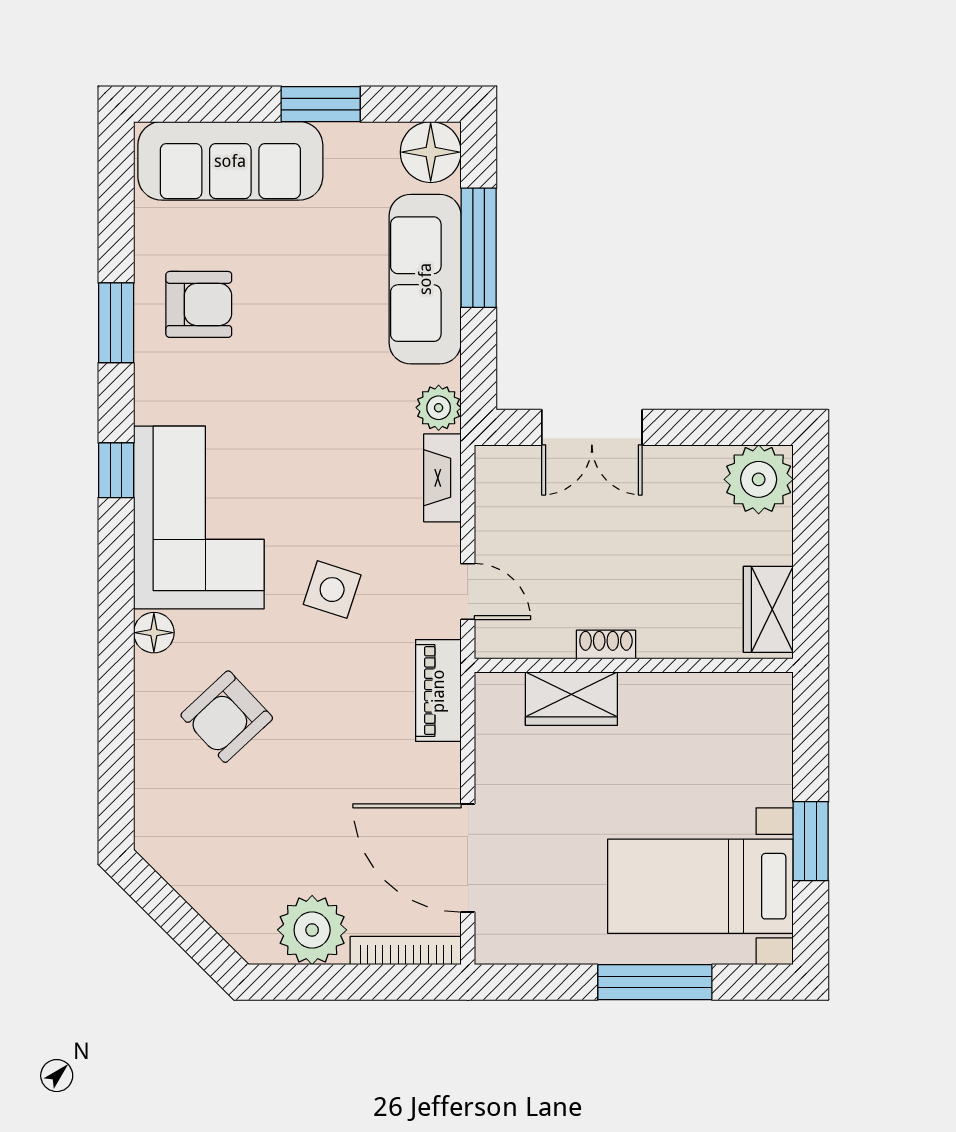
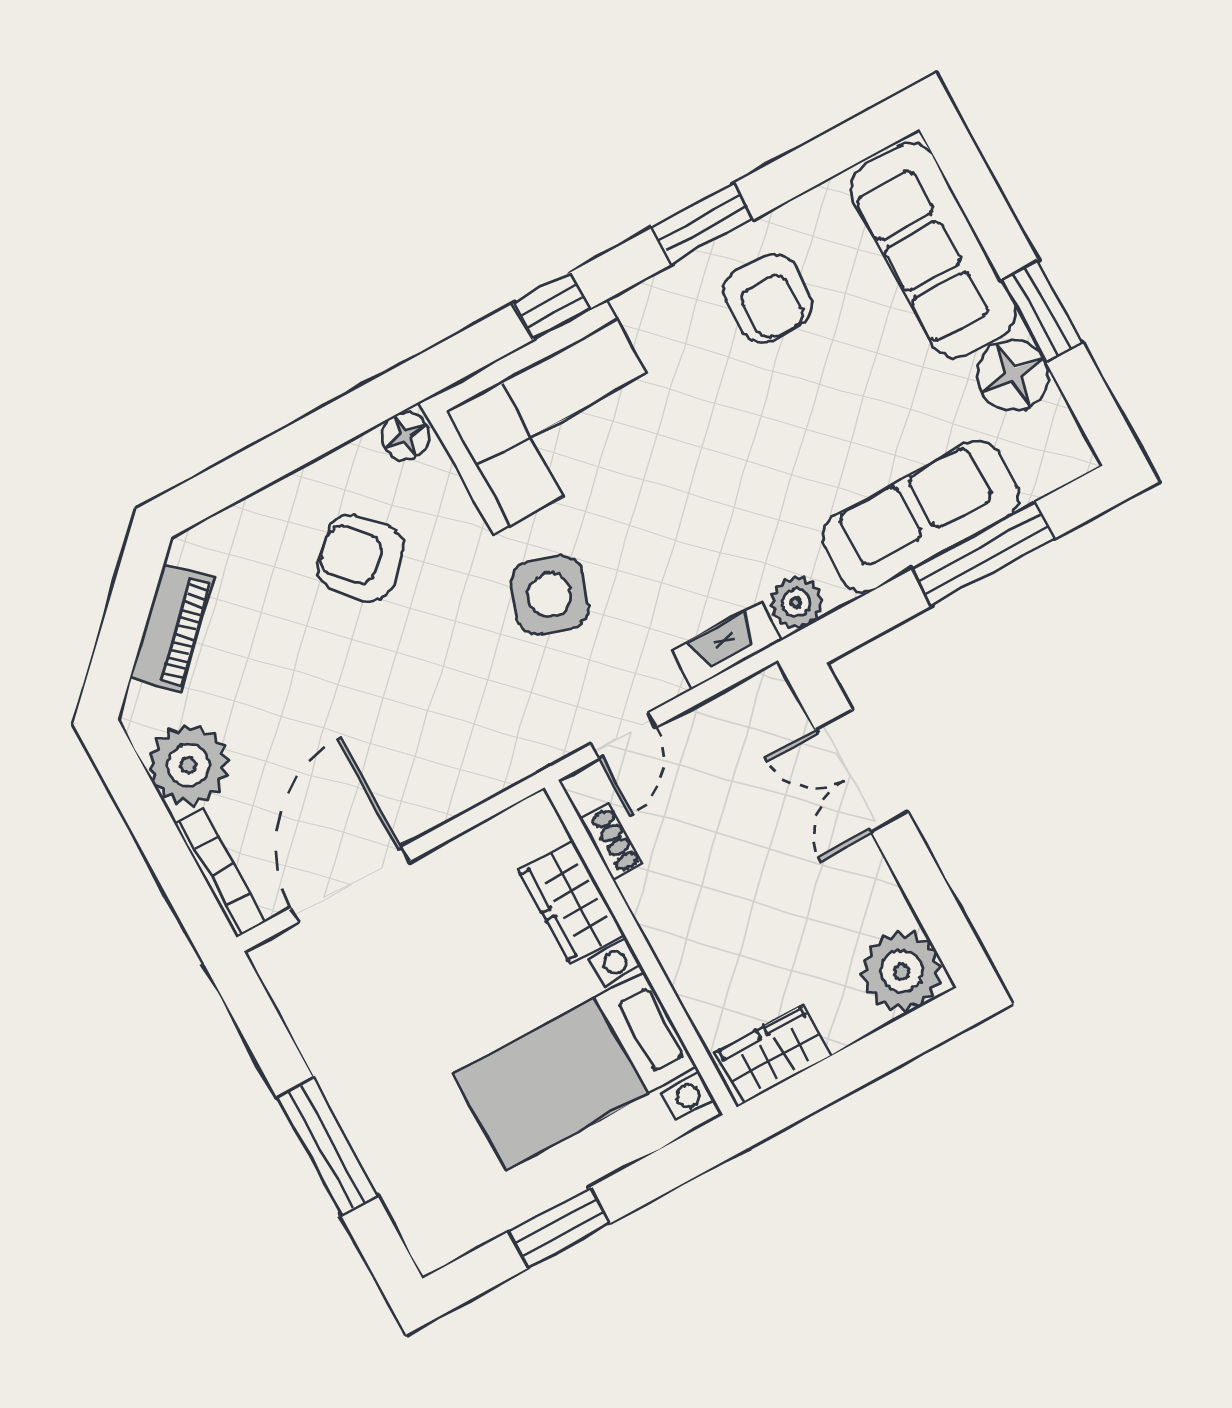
floor lamp: (431, 152) -> (1013, 375), moved
side table: (332, 590) -> (550, 595), width x1.37, depth x1.37
shoe rack: (606, 645) -> (611, 842), moved
piano: (438, 691) -> (172, 628), moved, turned 135
bed with nightstands: (700, 886) -> (575, 1071), moved, turned -90

